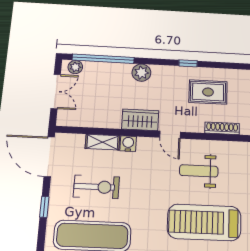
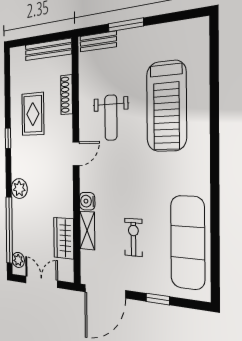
wardrobe: (140, 120) -> (64, 238), moved
exercise bike: (96, 187) -> (133, 237), width x0.73, depth x0.72

